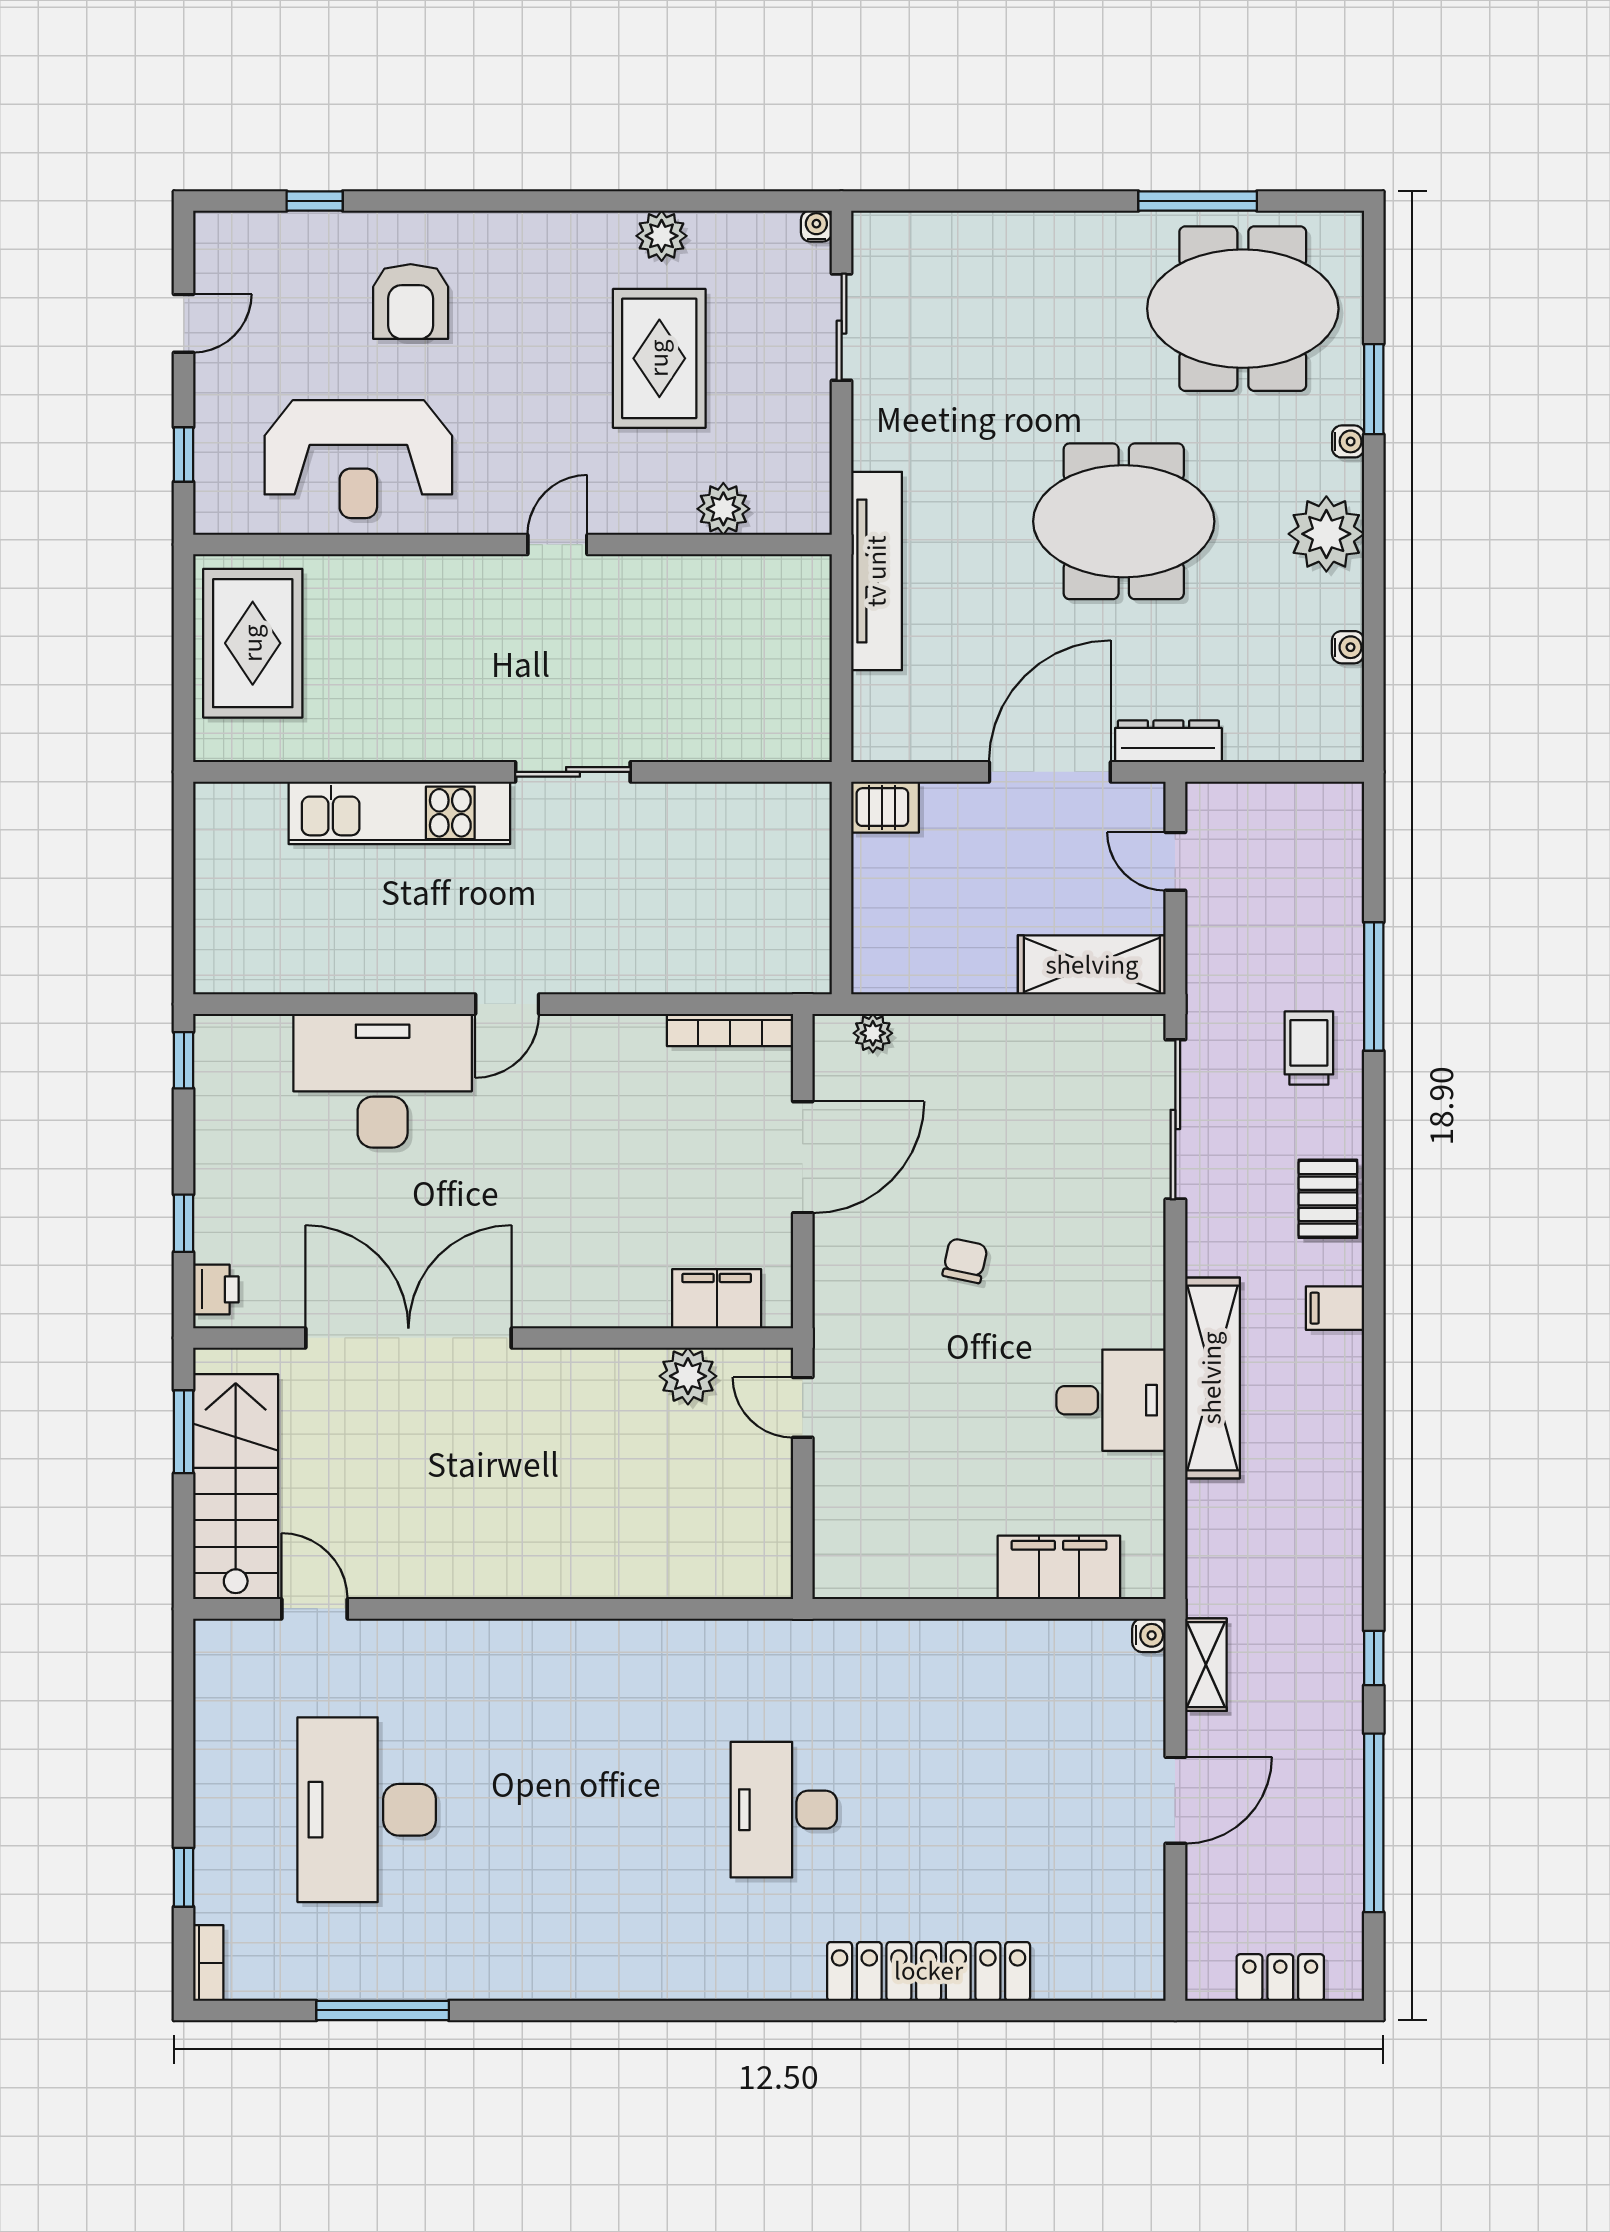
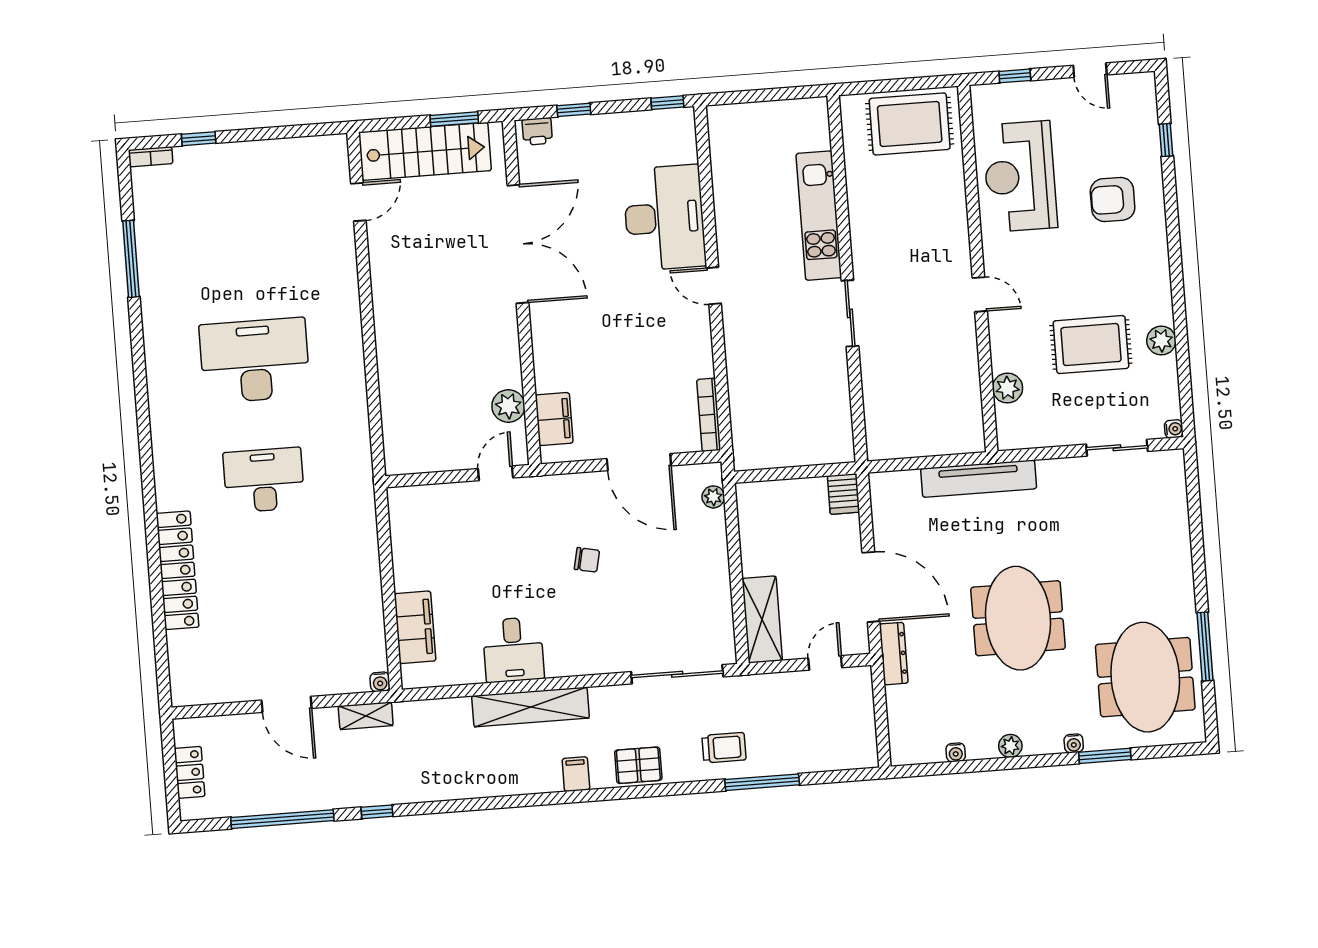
plant: (1326, 534) -> (1010, 746), width x0.53, depth x0.53
desk: (367, 1810) -> (255, 360), moved

